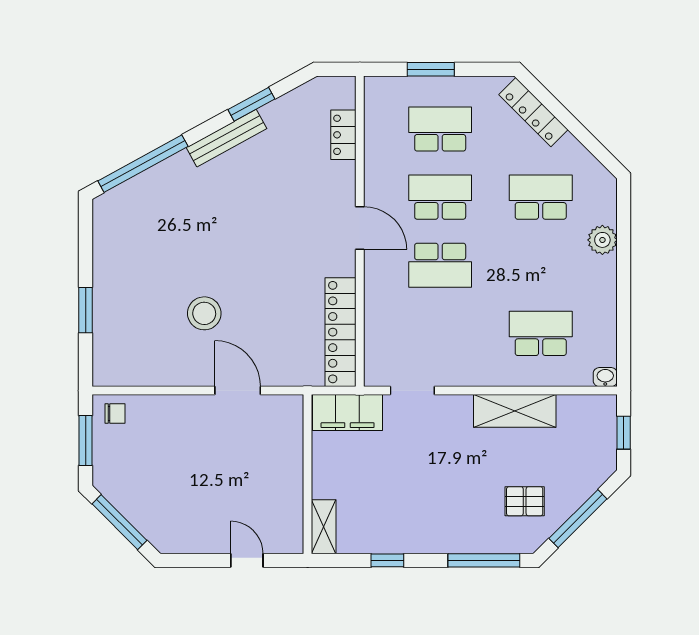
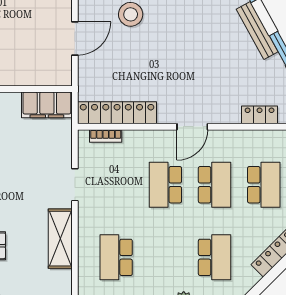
school desk: (541, 333) -> (116, 257), turned 180
bookcase: (373, 348) -> (106, 136), added
doorway: (412, 391) -> (75, 185), moved
filing cabinet: (348, 413) -> (47, 105), moved, turned -90

